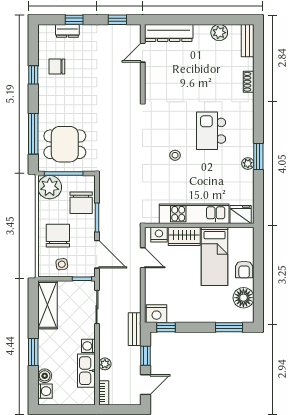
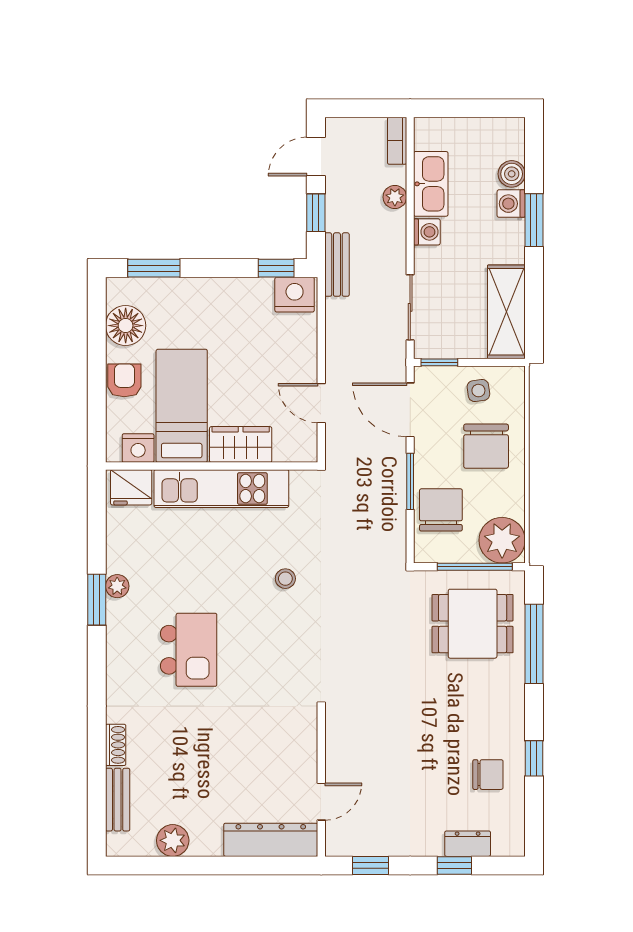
bench: (248, 41) -> (118, 800), moved
stool: (175, 155) -> (285, 579), moved
nightstand: (159, 235) -> (138, 448), moved
washing machine: (45, 391) -> (511, 204), moved

